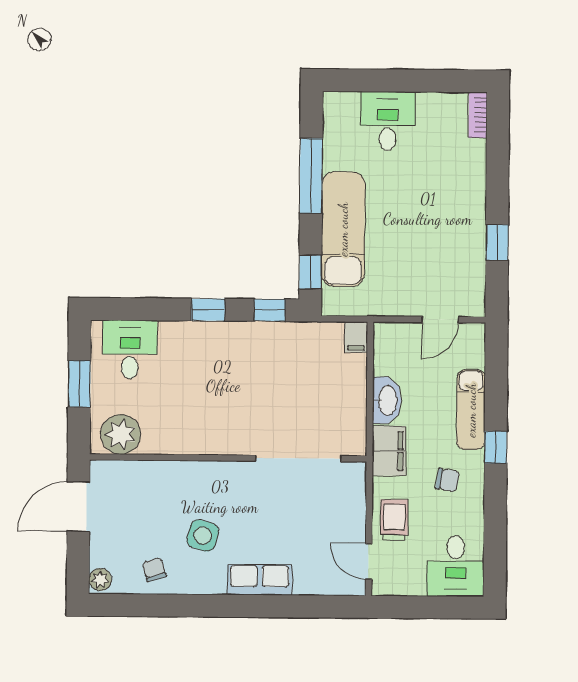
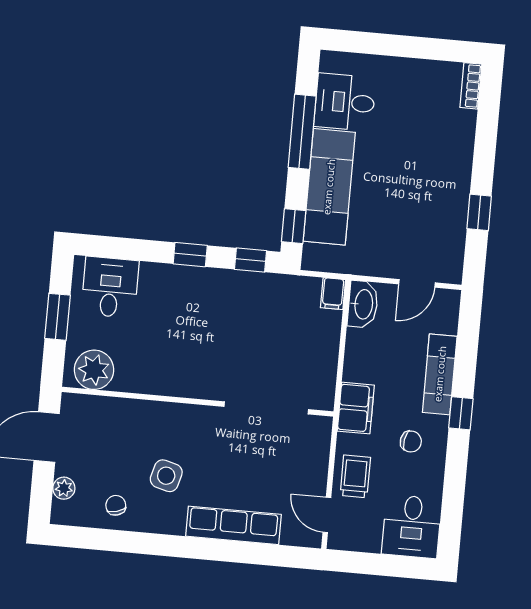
desk: (388, 121) -> (345, 102), moved, turned -90
washbasin: (387, 400) -> (363, 304), moved
plant: (100, 580) -> (64, 488), moved
row of seats: (260, 580) -> (233, 525), width x1.48

